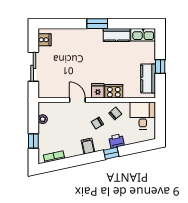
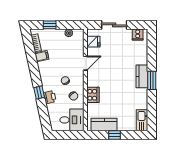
kitchen counter: (117, 35) -> (142, 76), moved
fridge: (98, 91) -> (93, 42), moved
filing cabinet: (88, 146) -> (42, 56), moved

